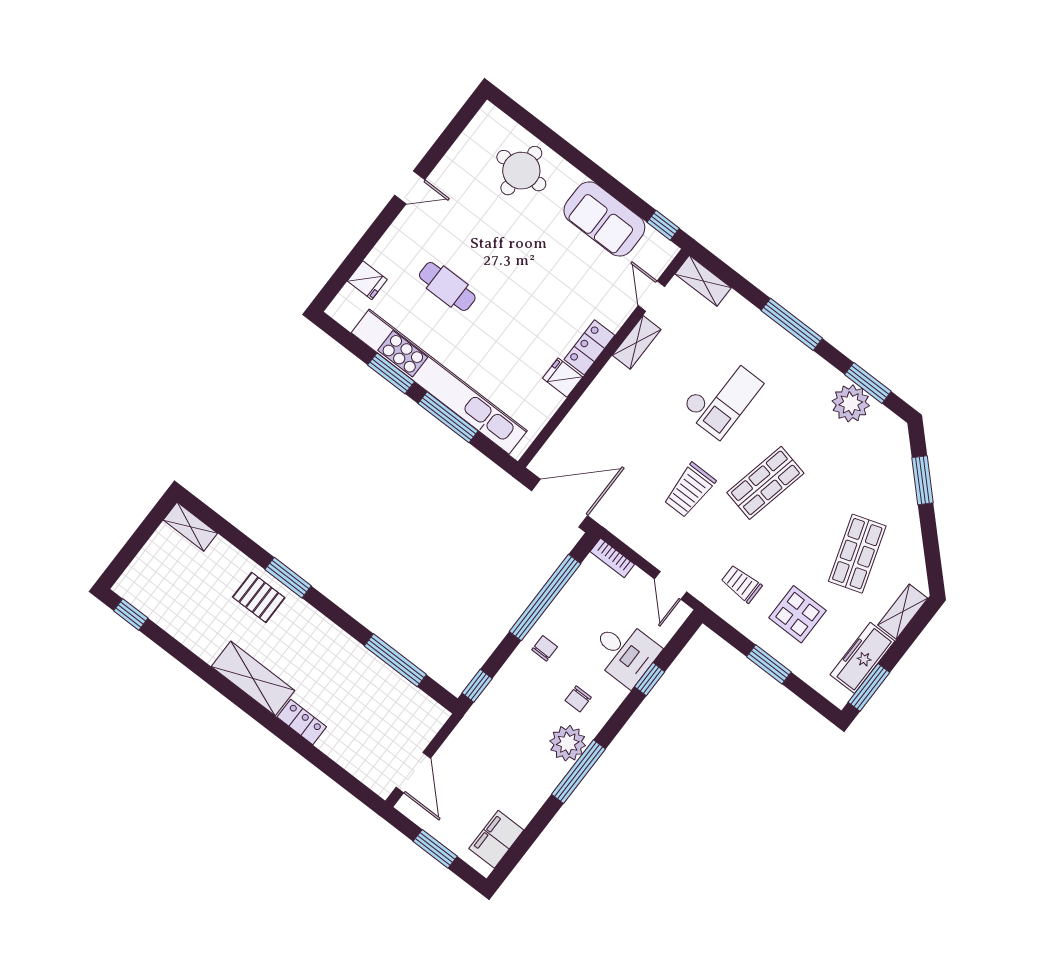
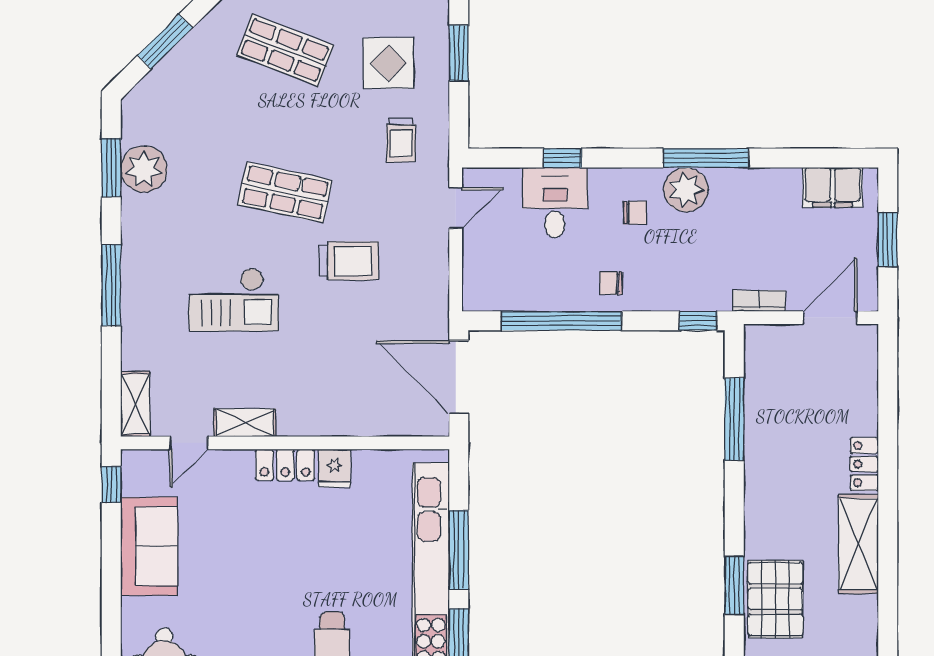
checkout: (722, 397) -> (234, 299), turned 180
shop shelf: (857, 554) -> (285, 50), turned 39
bookcase: (612, 558) -> (759, 301), moved, turned -90
pallet: (259, 597) -> (775, 599), width x1.50, depth x1.42

